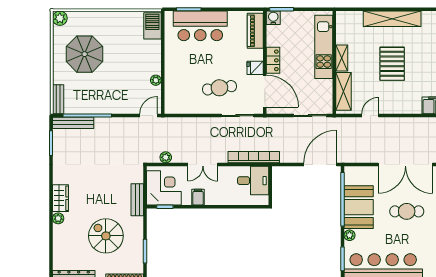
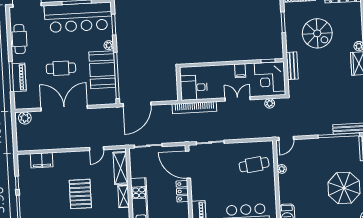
fridge: (255, 68) -> (197, 184), removed
cafe table: (219, 88) -> (254, 165), moved

